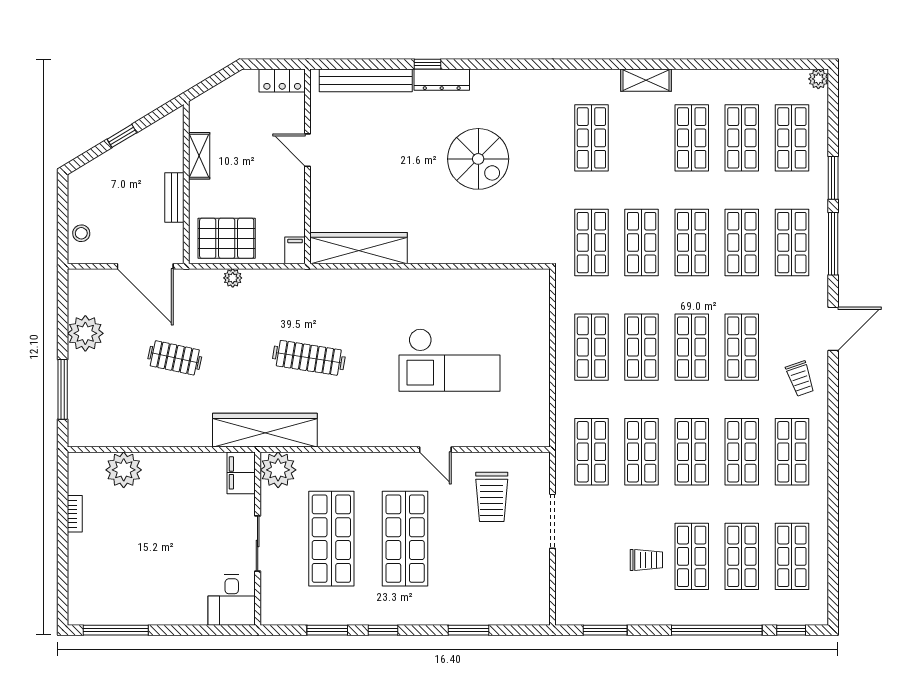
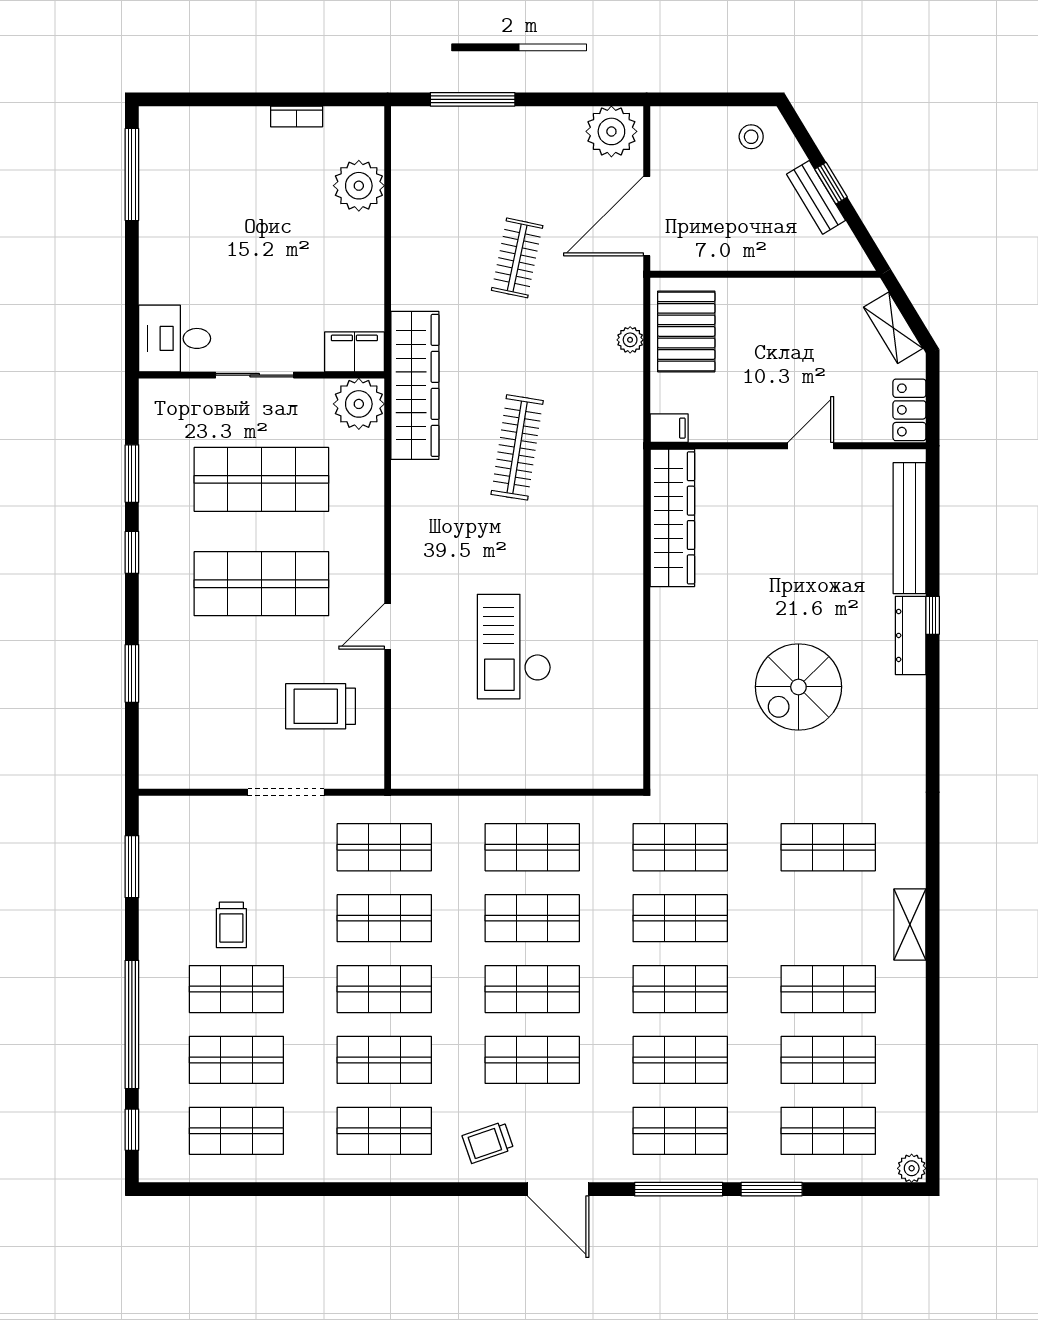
shelving: (199, 156) -> (893, 328), moved, turned 59
bench: (174, 198) -> (816, 197), moved, turned 59
stool: (81, 233) -> (751, 137), moved
plant: (85, 333) -> (611, 131), moved
checkout: (450, 360) -> (514, 647), width x0.73, depth x0.83

